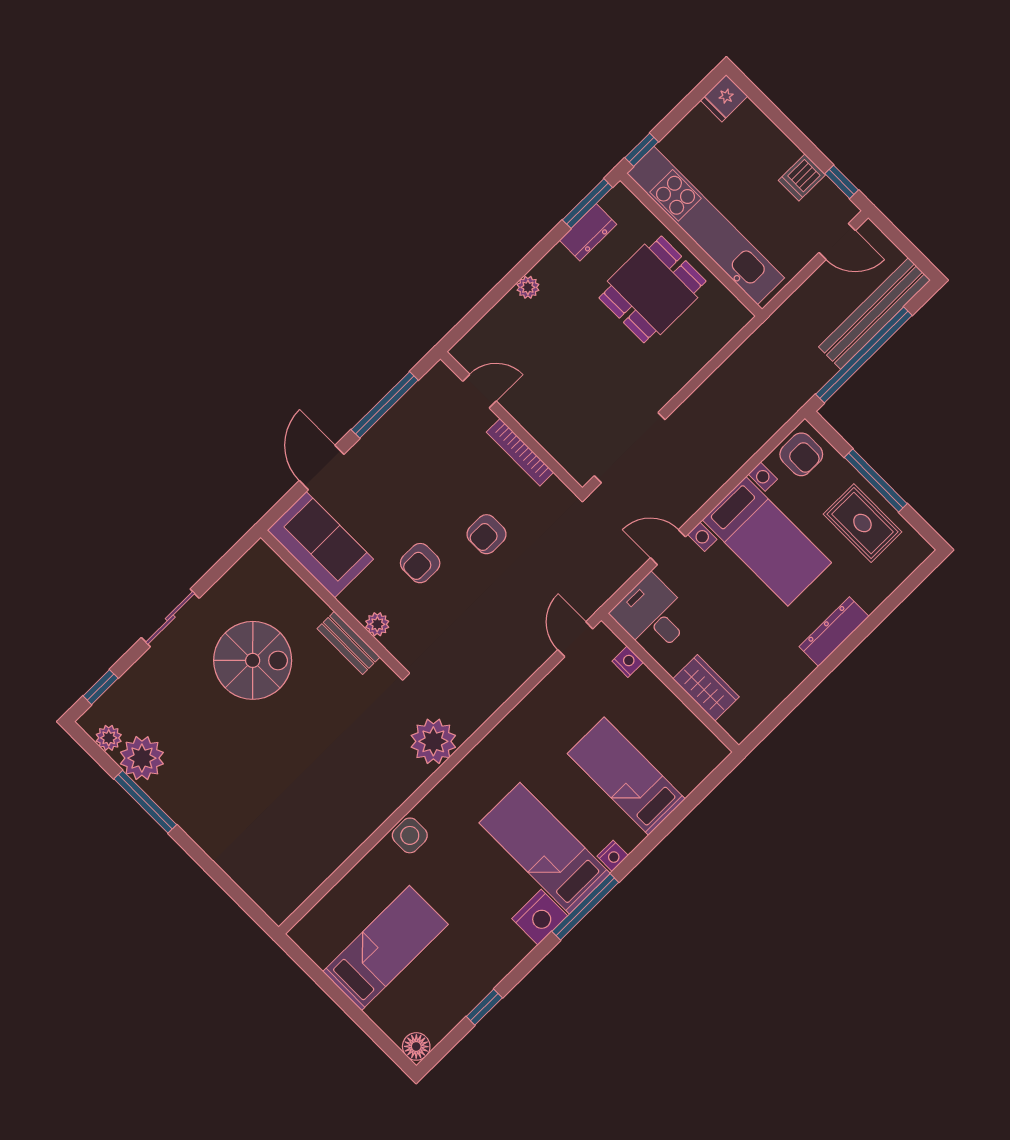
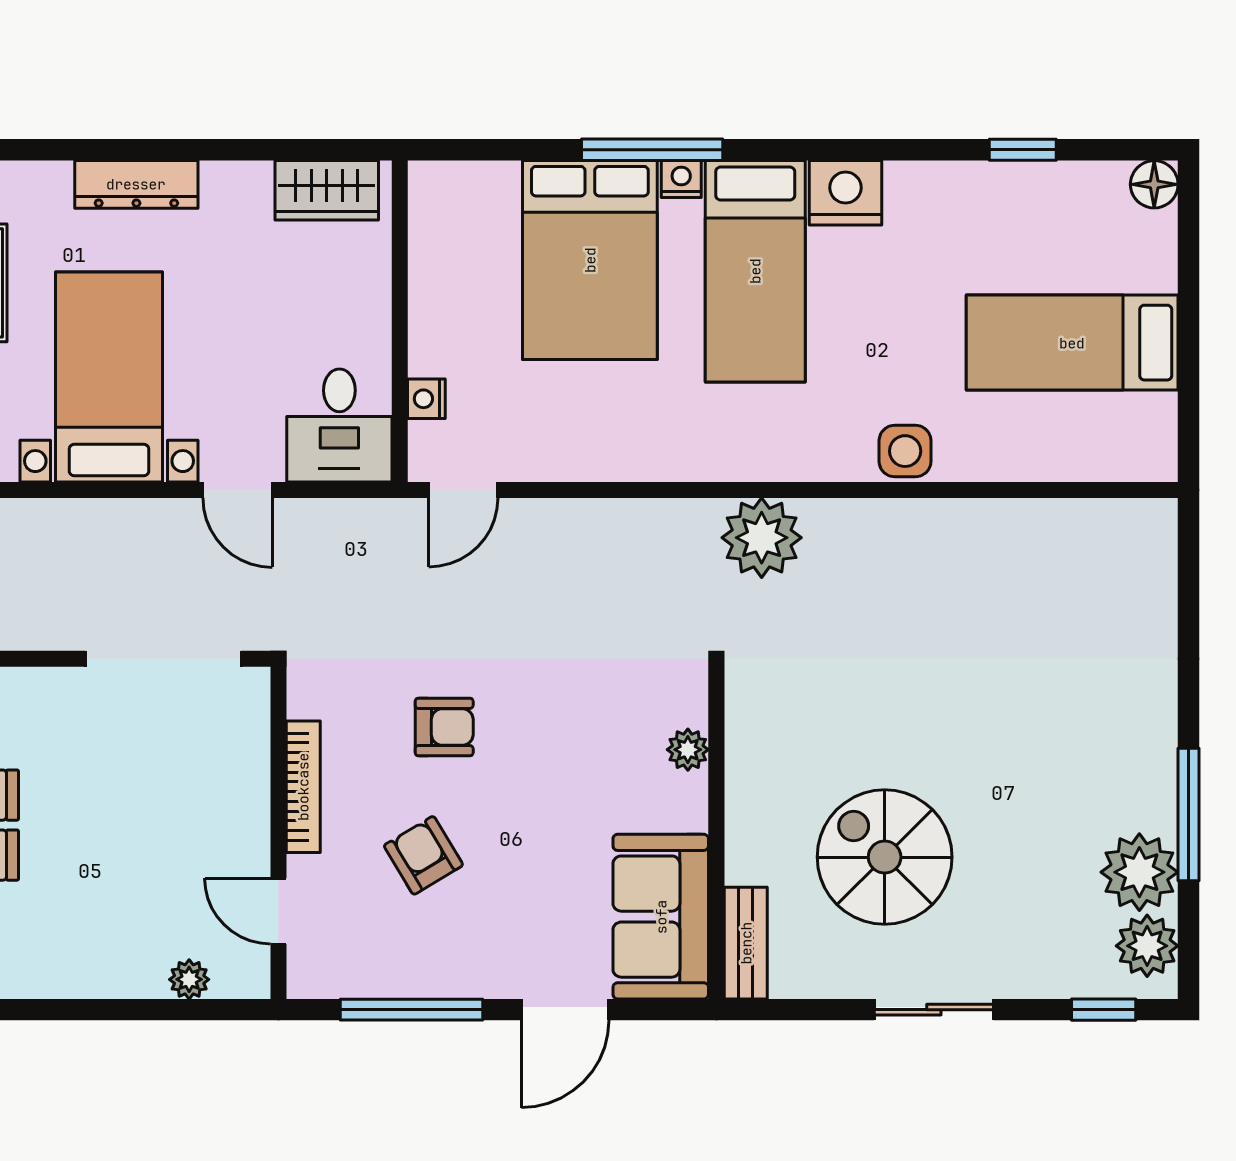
plant: (528, 287) -> (189, 979), moved
armchair: (420, 563) -> (423, 855), moved, turned -121
bench: (349, 643) -> (746, 943), moved
wardrobe: (706, 688) -> (327, 190), moved, turned -90
plant: (109, 738) -> (1147, 946), width x1.38, depth x1.38
bed: (626, 776) -> (590, 260), width x1.50
window: (585, 907) -> (652, 150), moved

